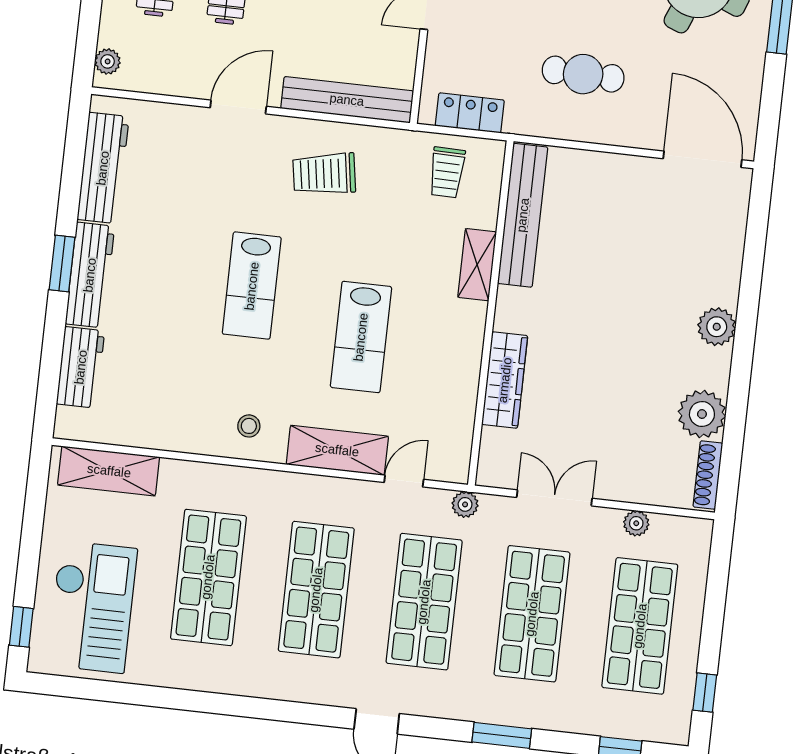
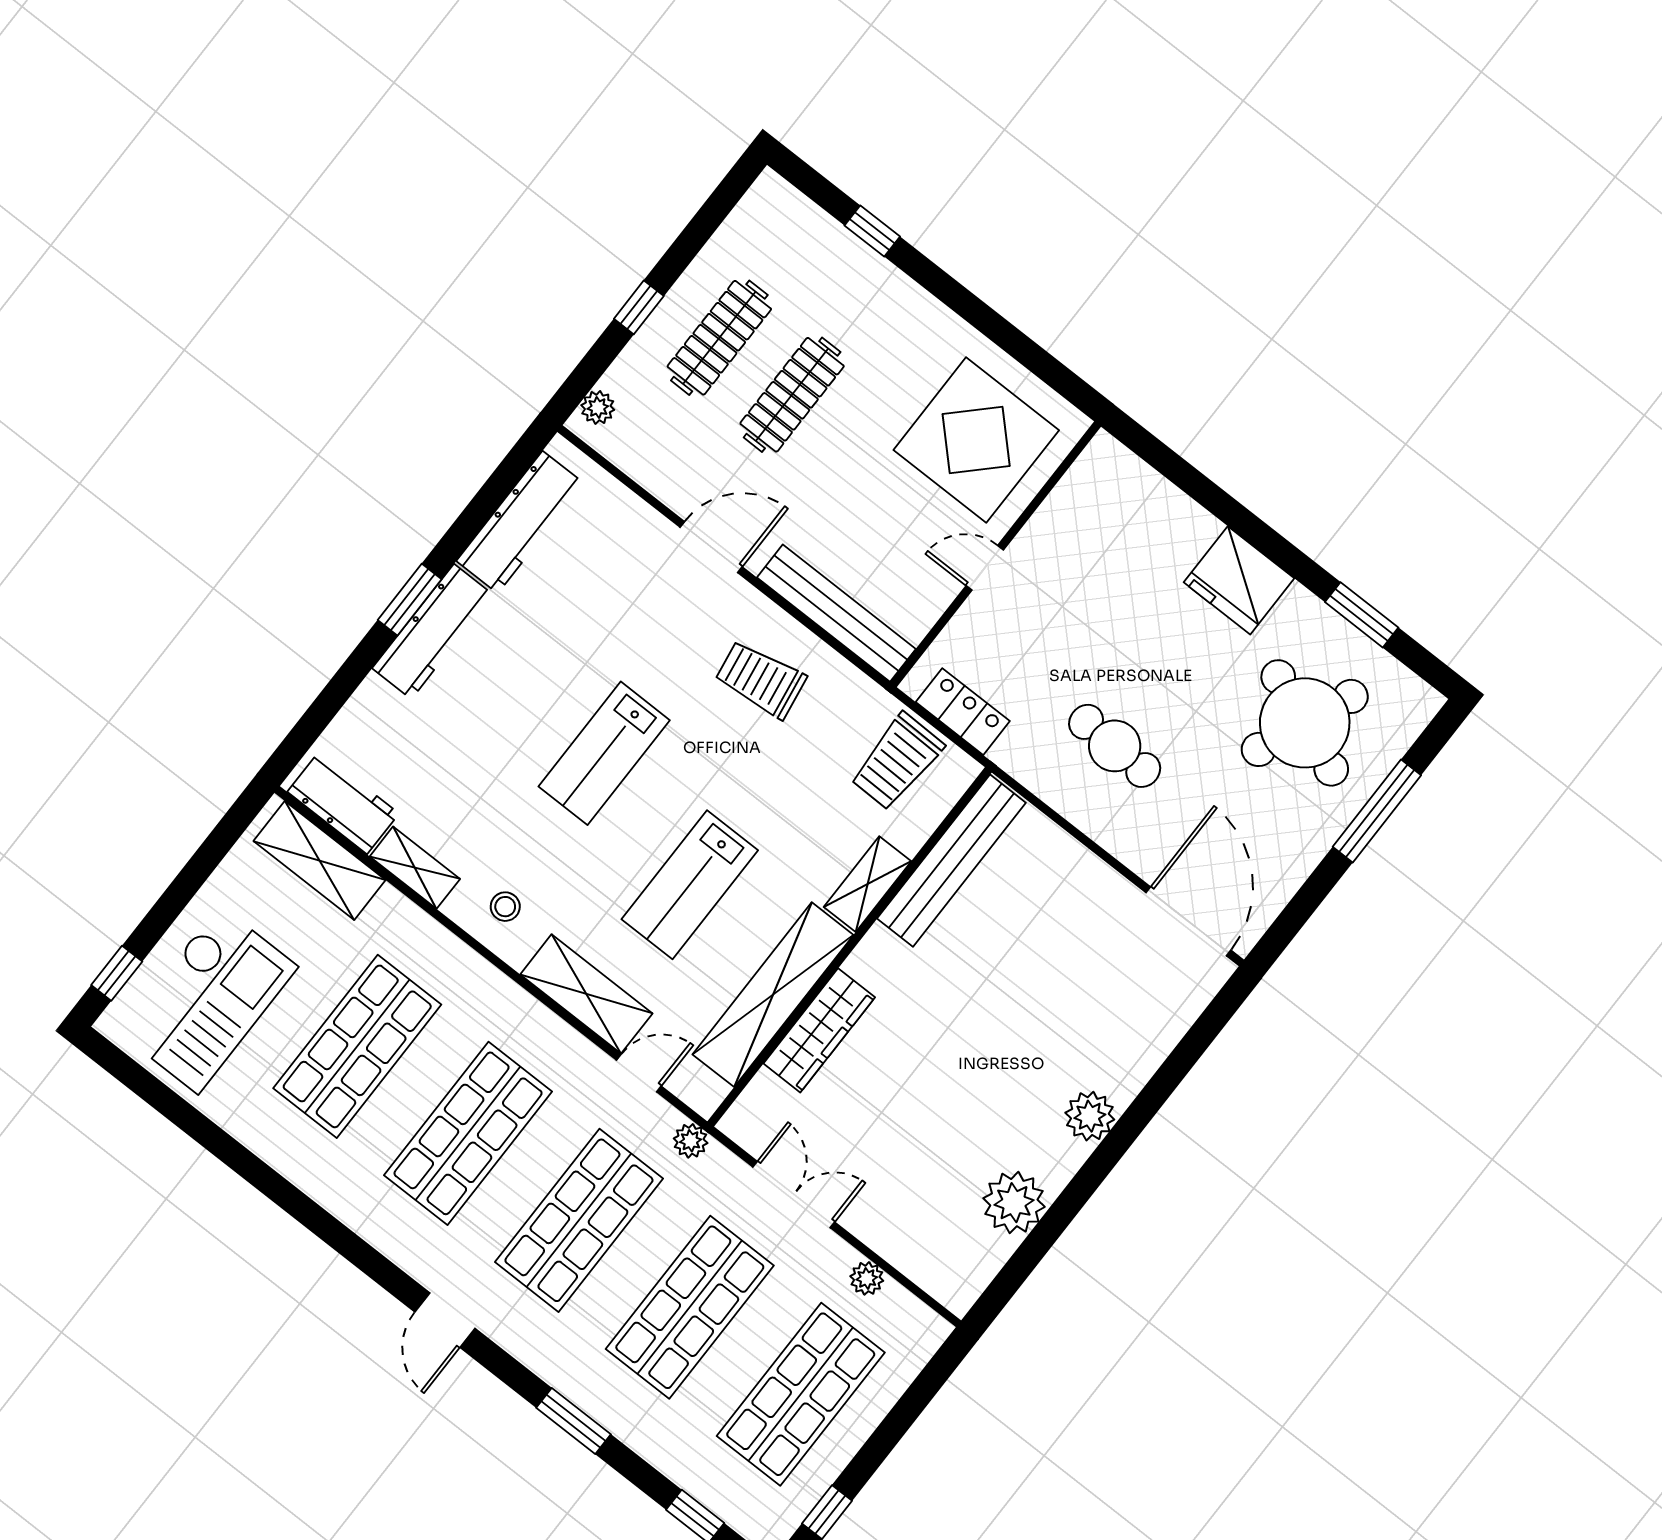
trolley: (447, 172) -> (897, 762), width x1.36, depth x1.39
workbench: (81, 367) -> (343, 803), moved, turned -90
shelving: (460, 375) -> (773, 995), added
shelving: (174, 437) -> (415, 868), added
shoe rack: (708, 475) -> (979, 1274), removed

